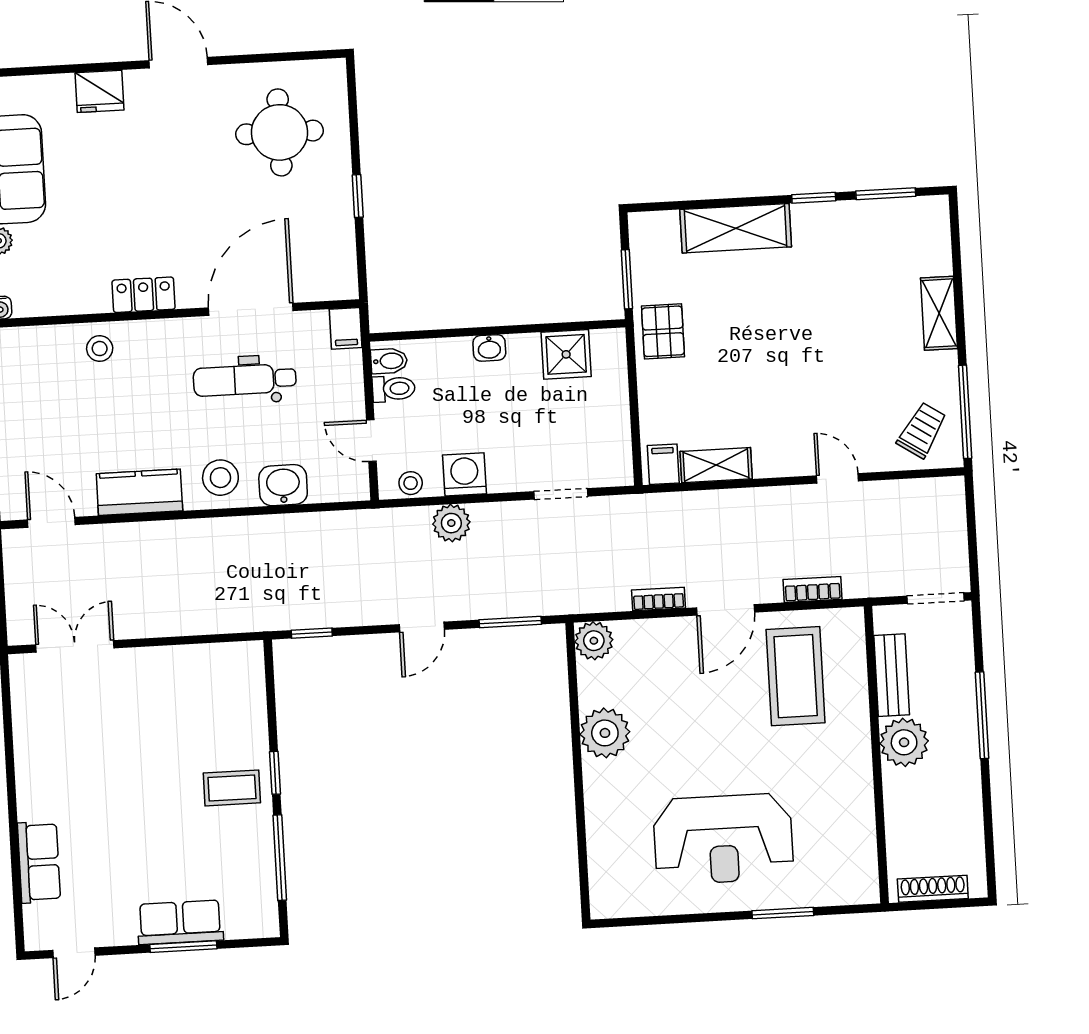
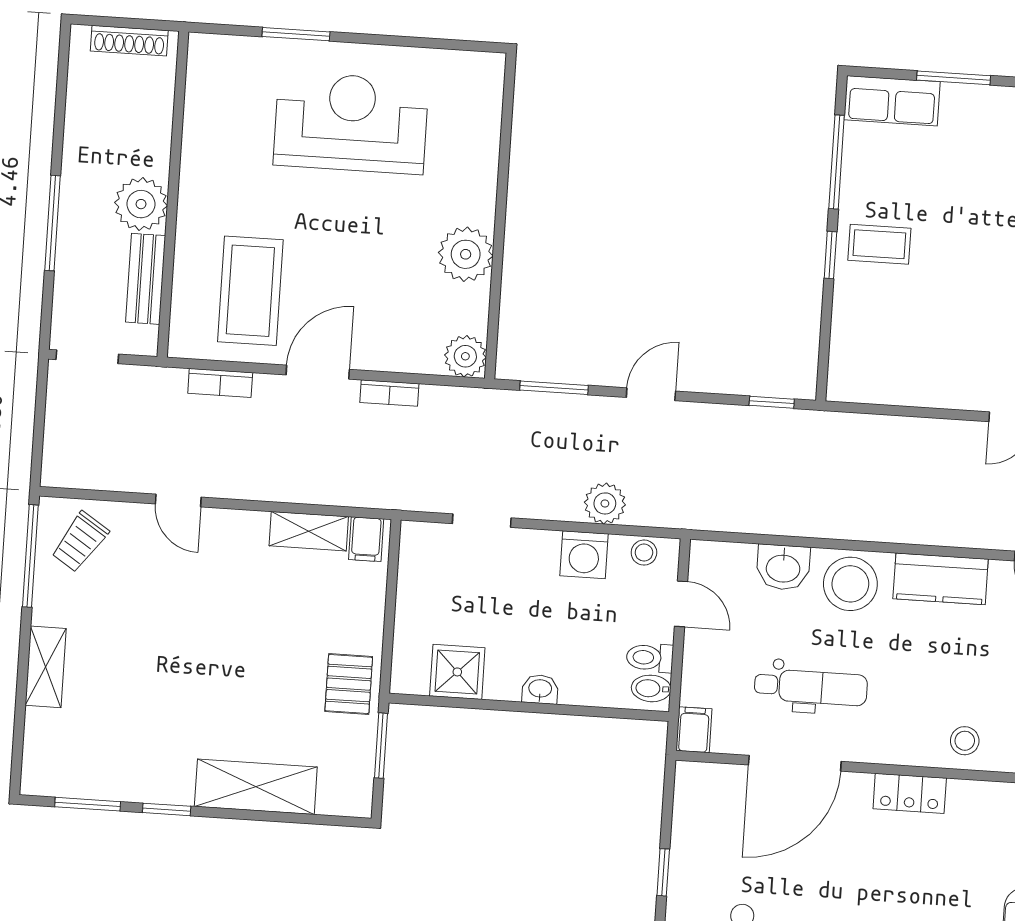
stool: (220, 478) -> (850, 584), width x1.38, depth x1.38
row of seats: (180, 922) -> (892, 101), moved

